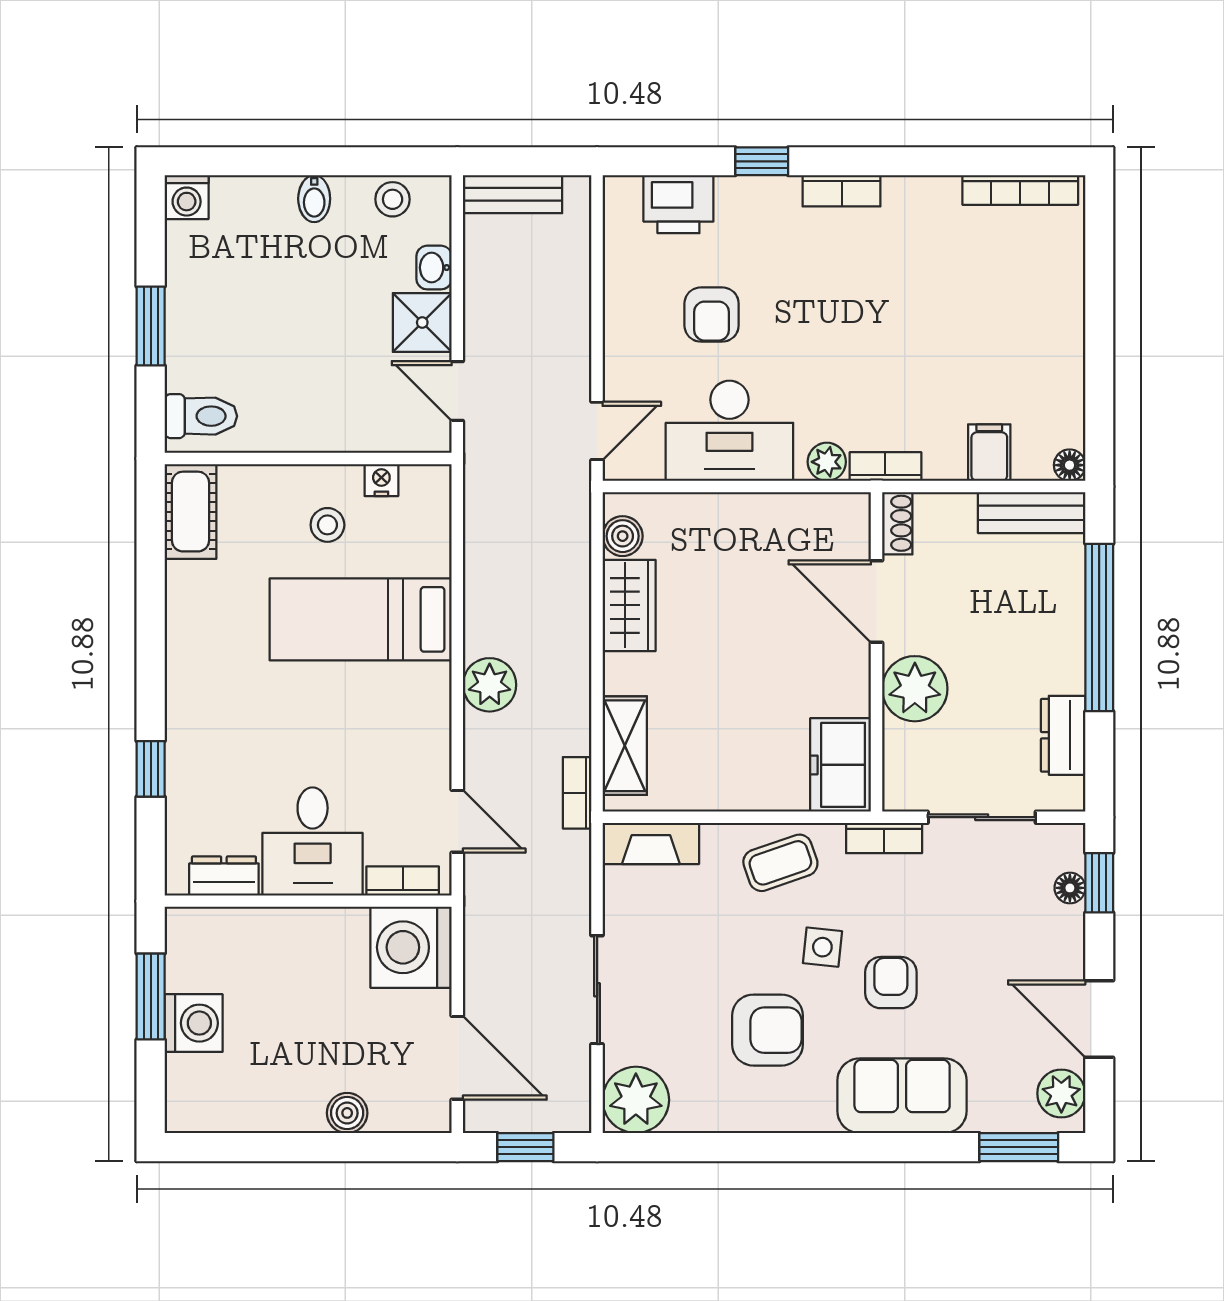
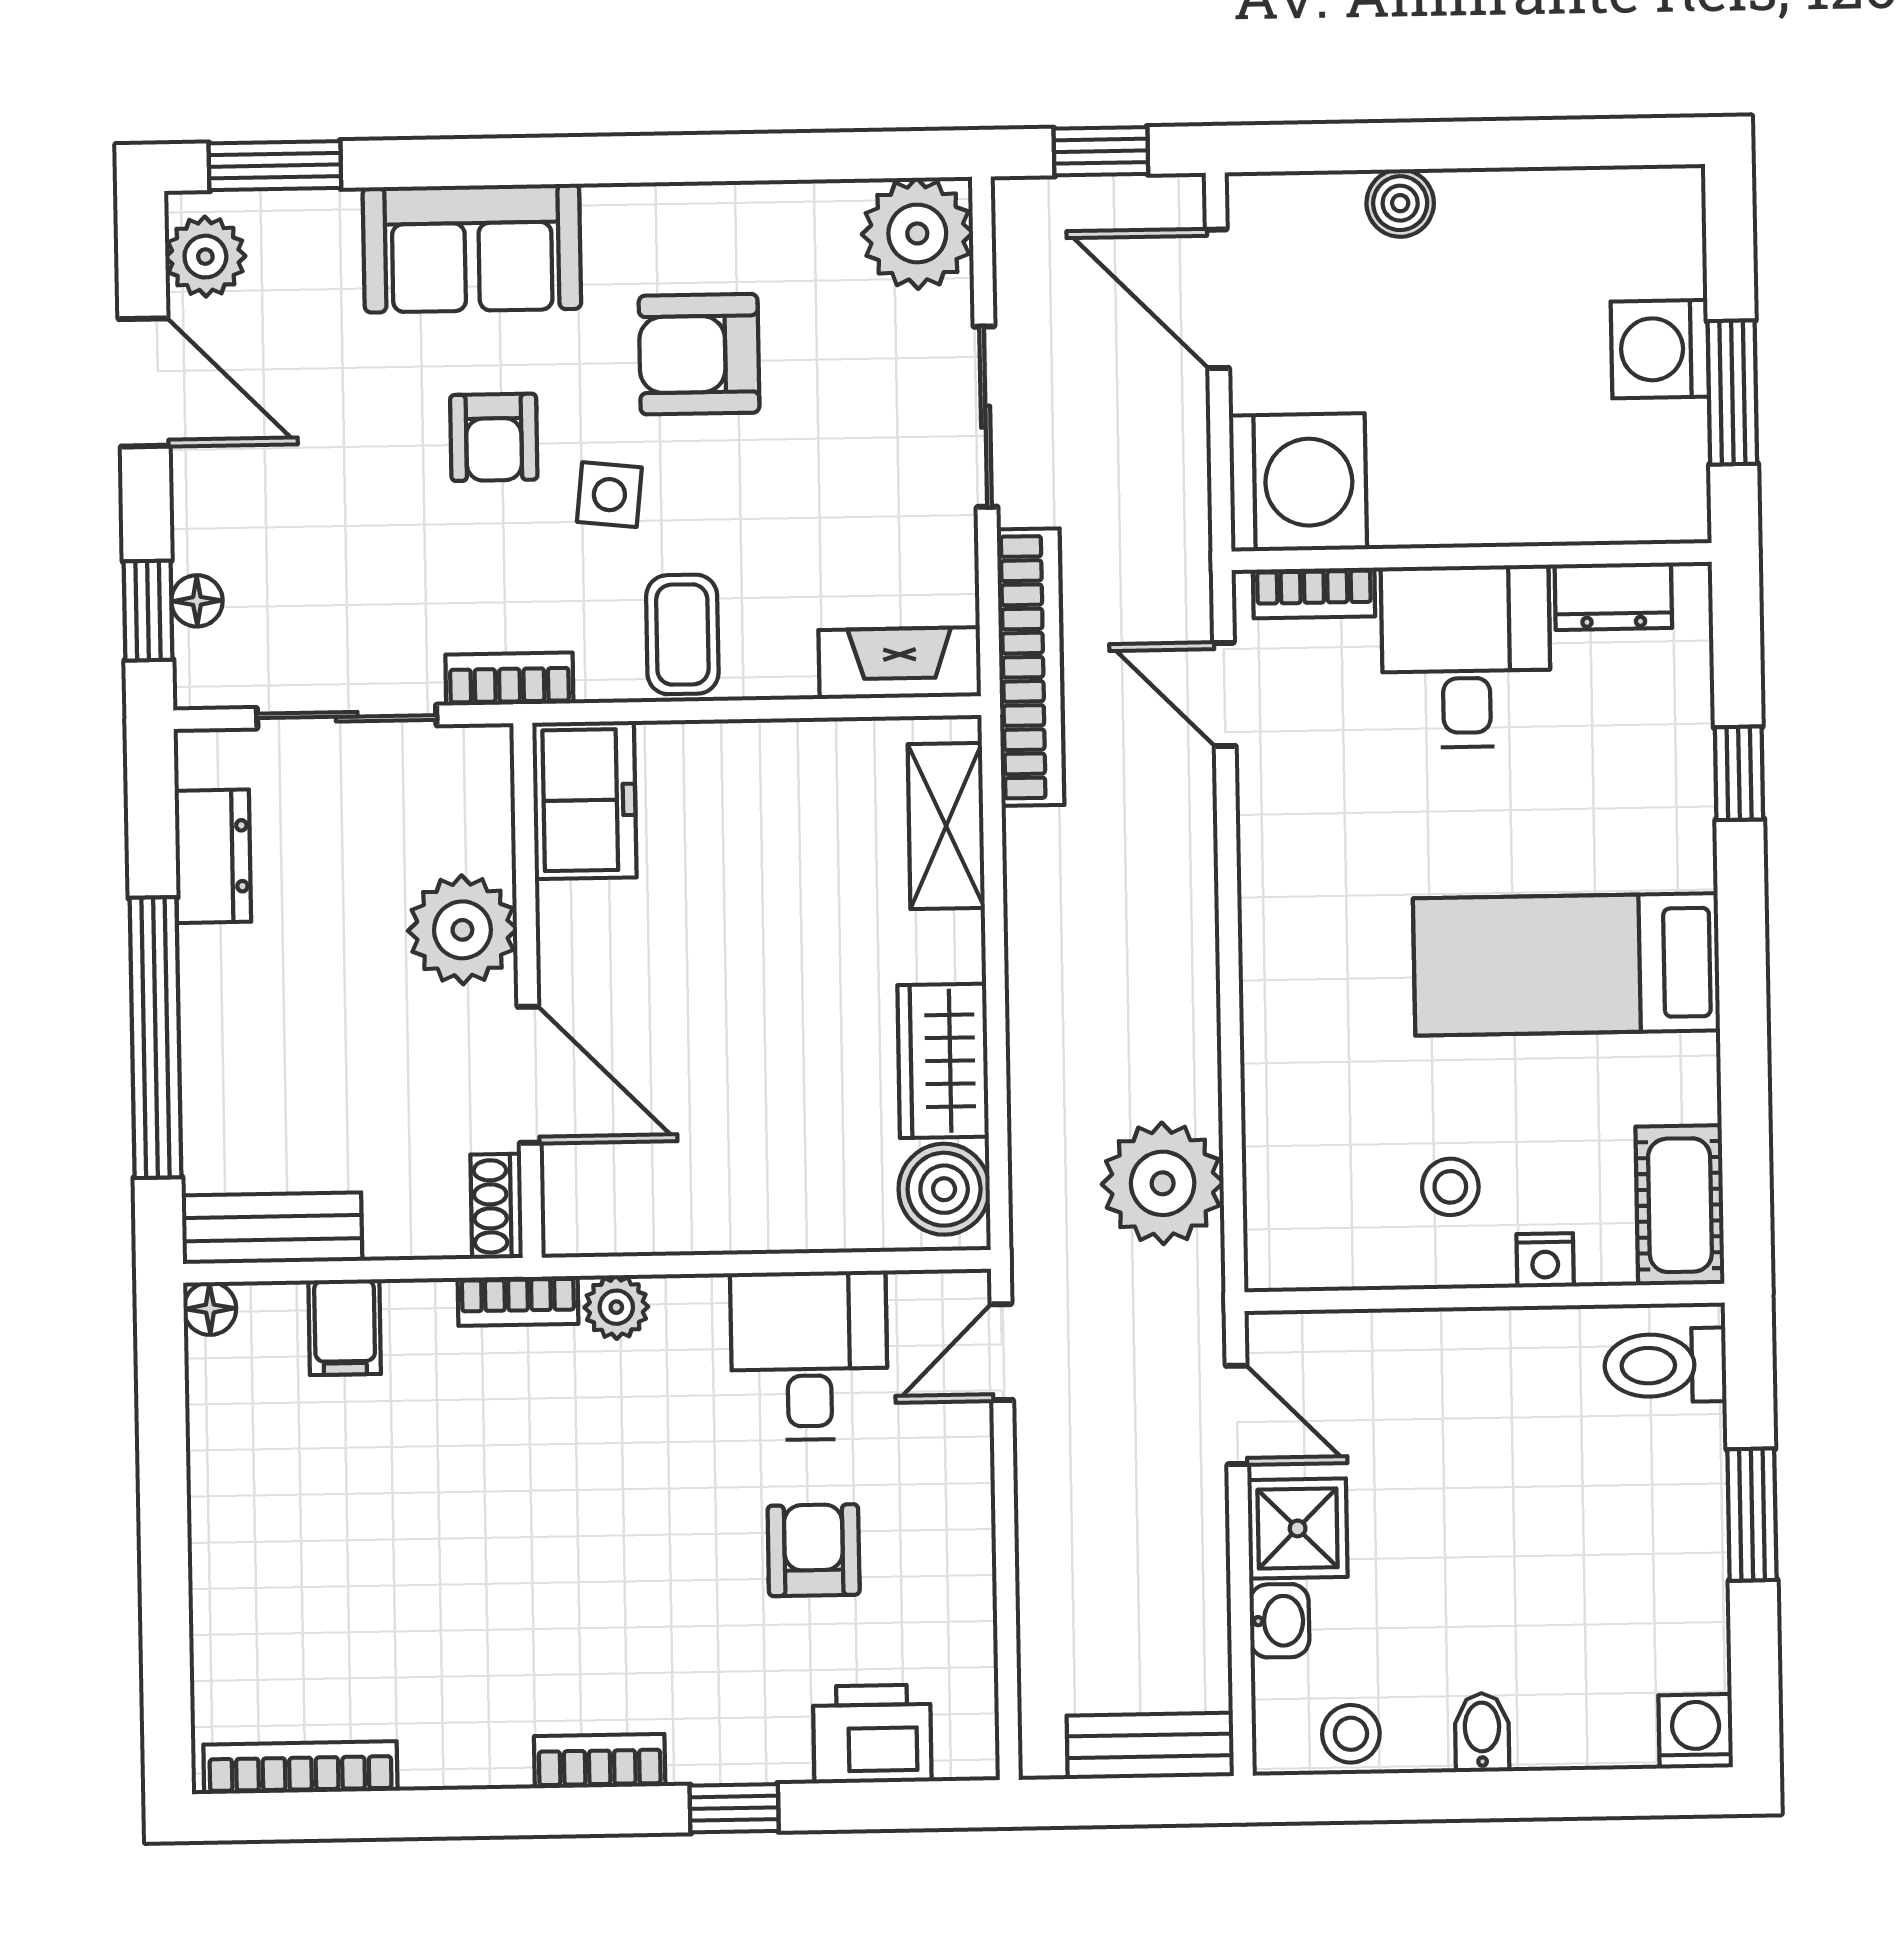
desk: (729, 431) -> (809, 1356), width x0.73
nightstand: (381, 480) -> (1545, 1260), moved
boiler: (623, 536) -> (944, 1189), width x1.36, depth x1.36
bed: (361, 619) -> (1567, 964), moved, turned 180
plant: (490, 685) -> (1163, 1183), moved, width x1.36, depth x1.36
bookcase: (577, 793) -> (1031, 667), width x2.31, depth x1.31
coffee table: (780, 863) -> (682, 634), turned -71

